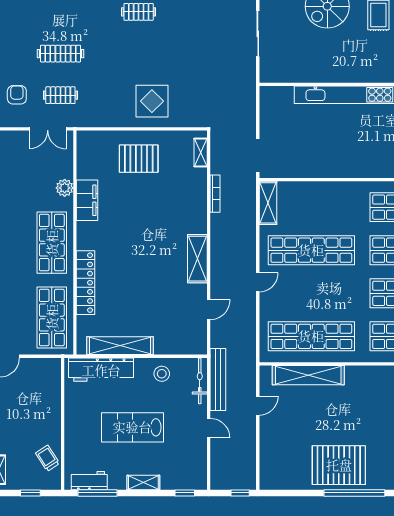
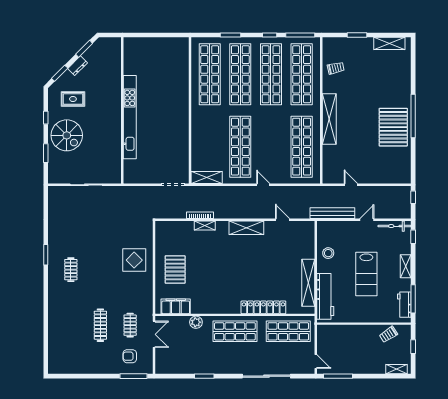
shelving: (201, 153) -> (205, 225), moved
filing cabinet: (87, 200) -> (176, 306), moved
shelving: (308, 375) -> (329, 119), moved
bicycle: (200, 381) -> (394, 226), moved

